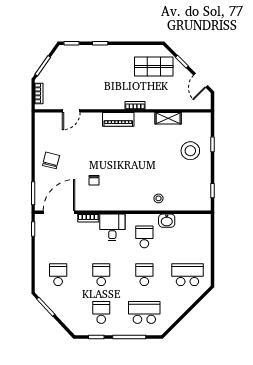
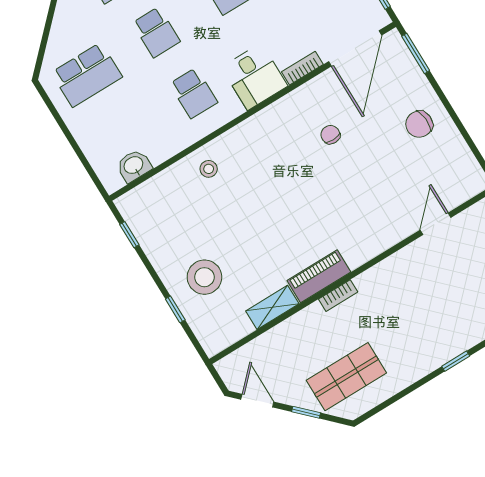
piano: (118, 119) -> (319, 276), moved
chair: (51, 160) -> (419, 124), turned 72
washbasin: (167, 221) -> (134, 166), moved

